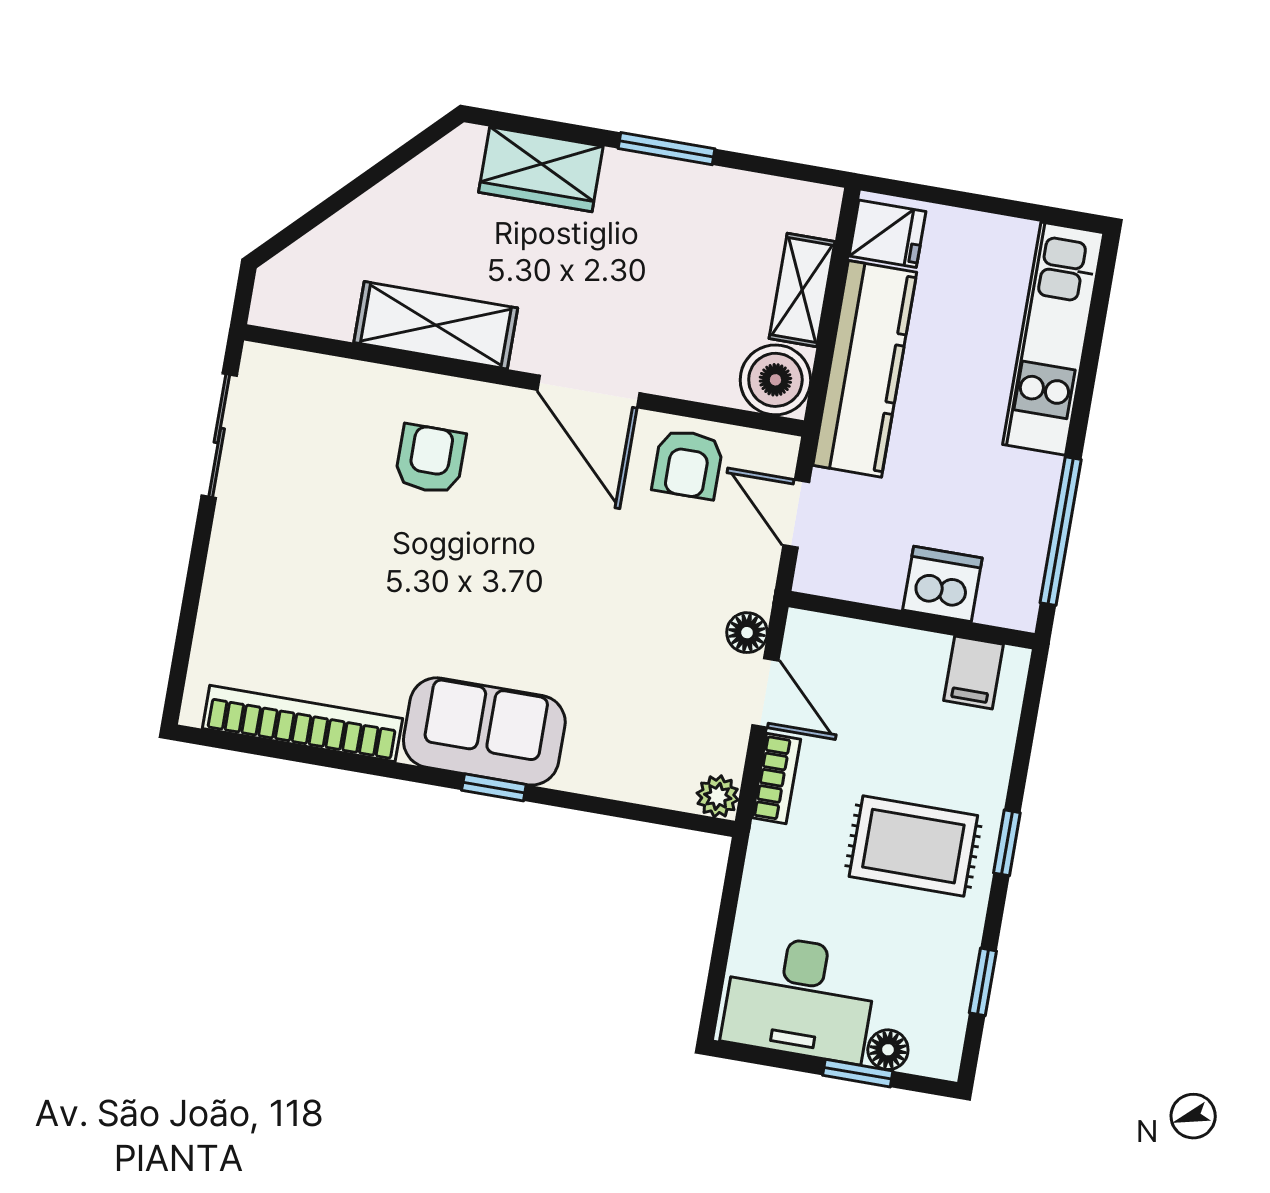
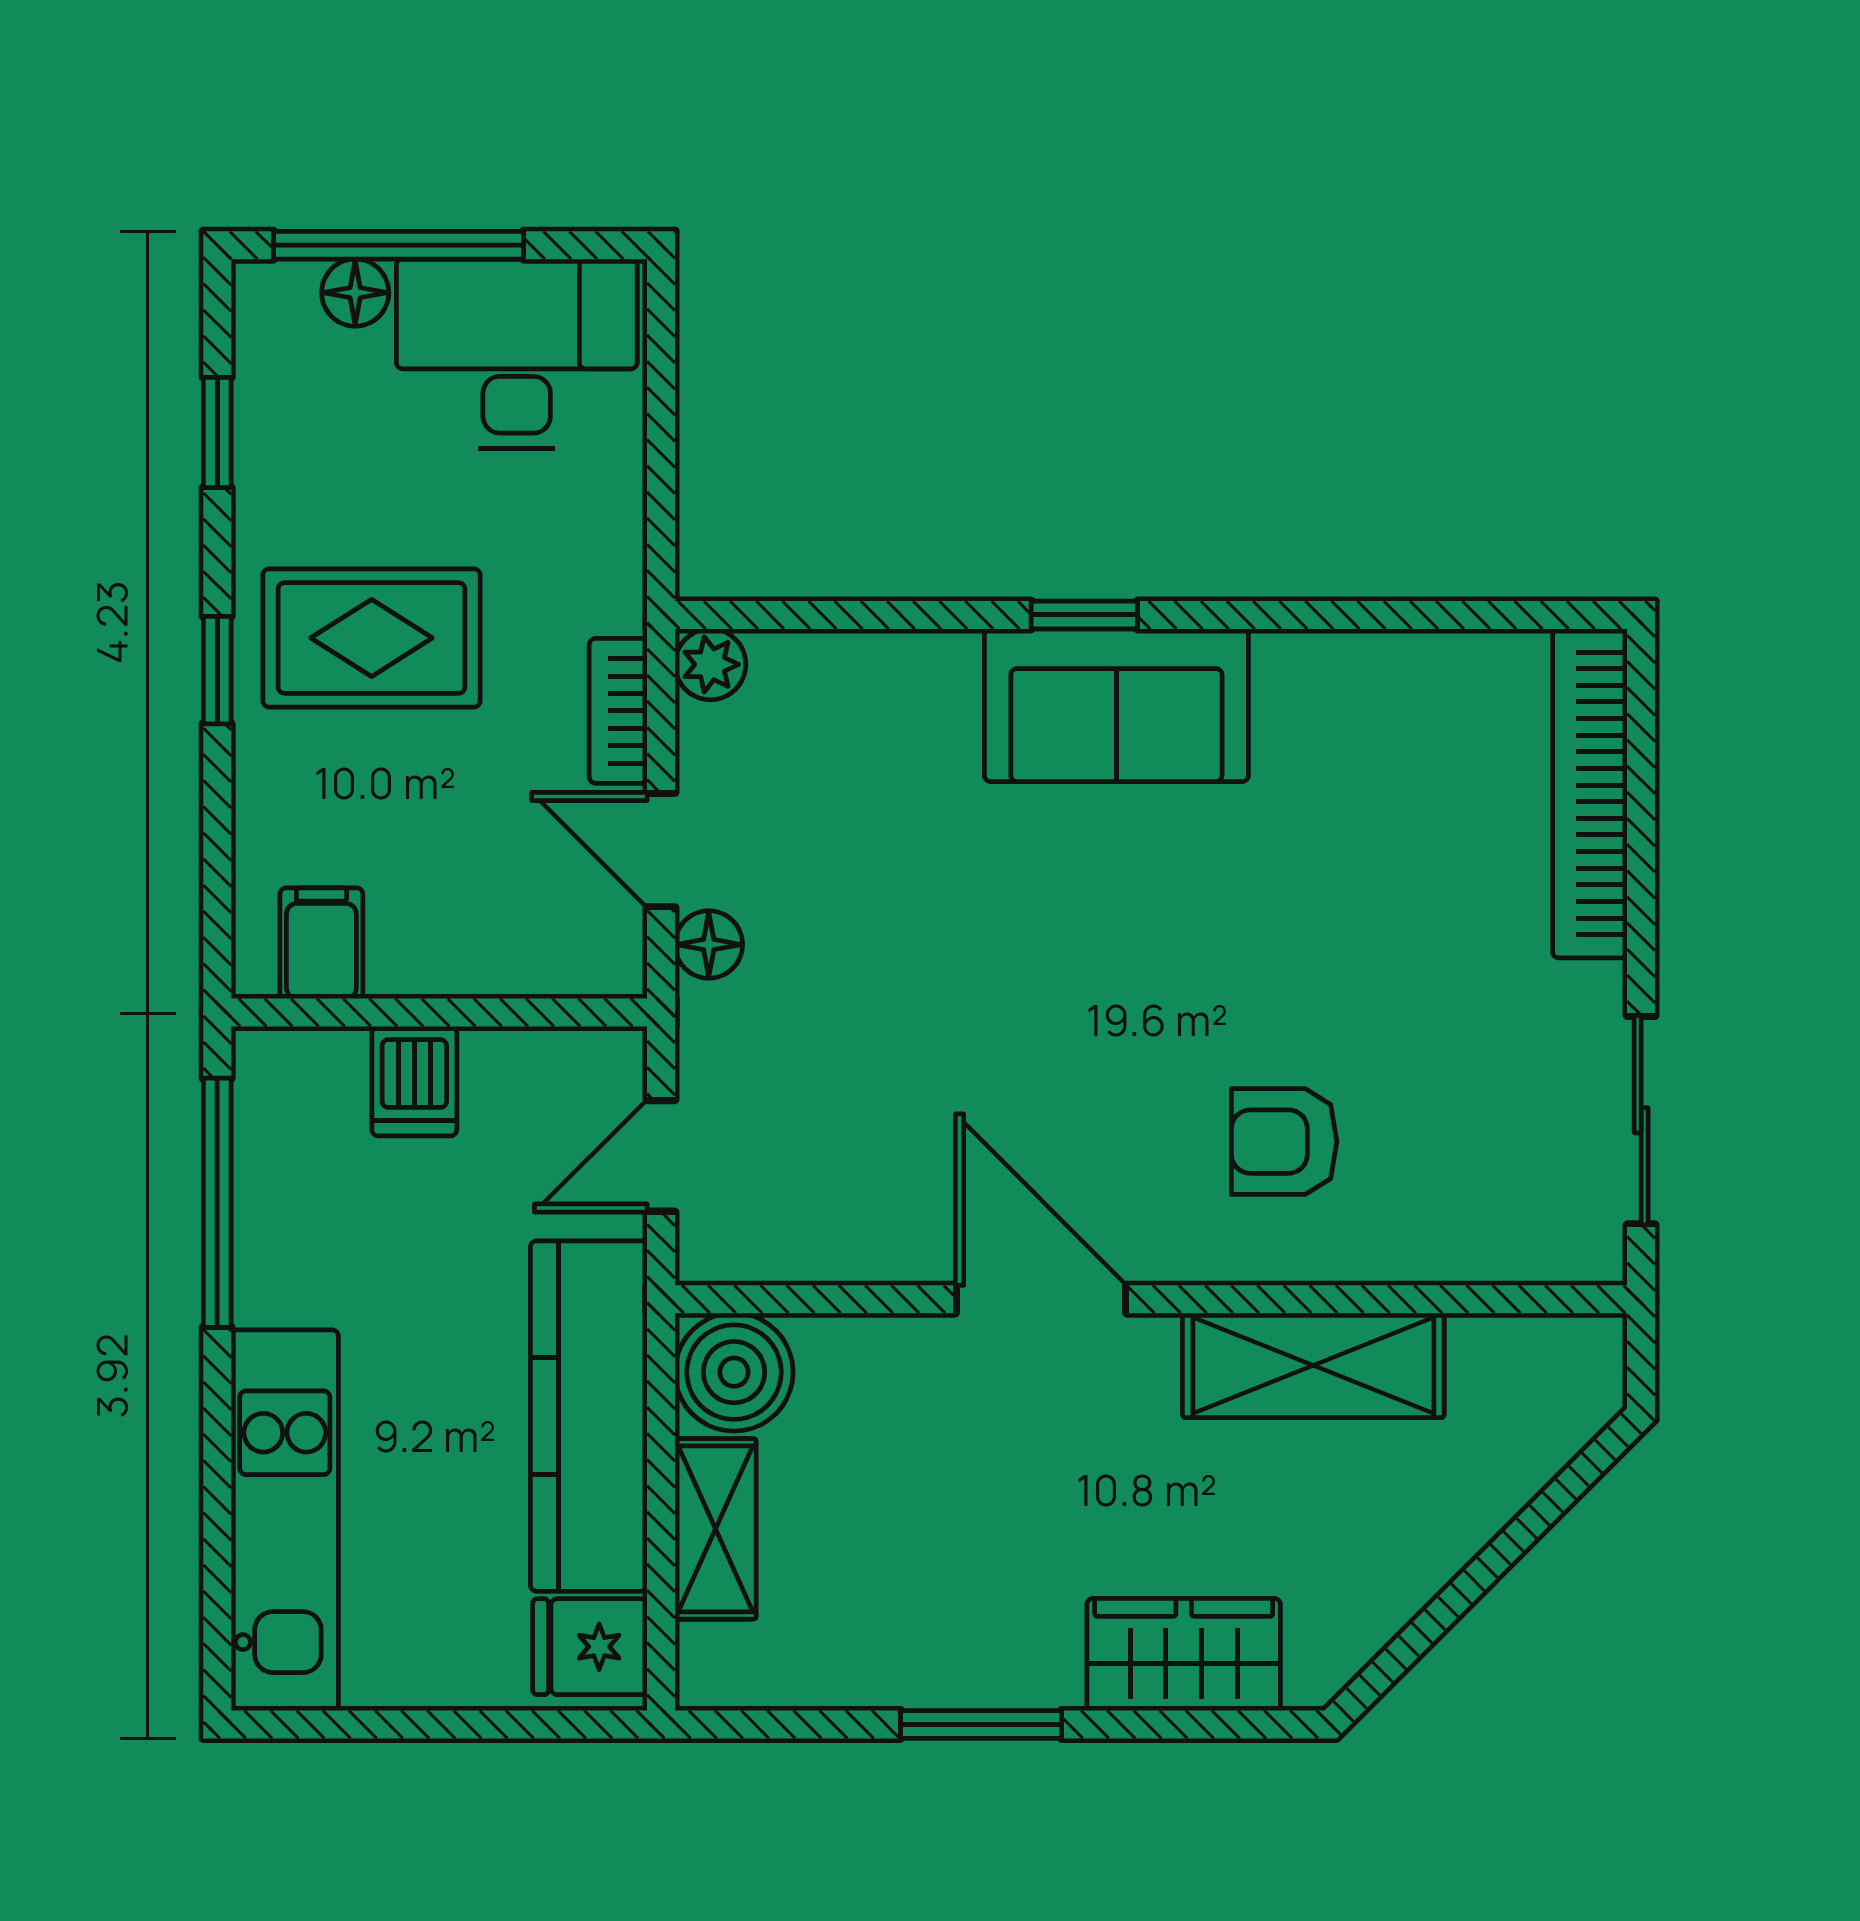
armchair: (430, 459) -> (1284, 1142), turned 90
armchair: (688, 464) -> (855, 1207), removed
door: (796, 514) -> (661, 1156), swing flipped
dishwasher: (942, 584) -> (414, 1081), width x0.73
bookcase: (302, 724) -> (1590, 793), moved, turned 90
window: (858, 1073) -> (399, 245), width x2.17

